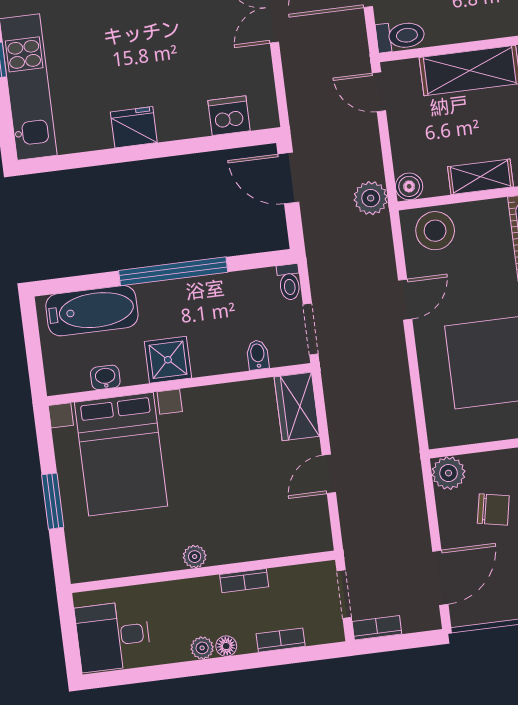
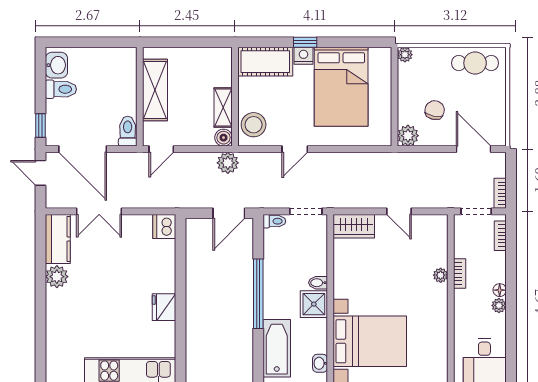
dishwasher: (229, 116) -> (164, 226), moved
shelving: (480, 177) -> (223, 107), moved
door: (288, 178) -> (229, 213), moved
door: (405, 300) -> (295, 149), swing flipped
bidet: (258, 355) -> (318, 283), moved
washbasin: (105, 377) -> (320, 363), moved
plant: (195, 557) -> (441, 275), moved
bookcase: (281, 640) -> (500, 236), moved

